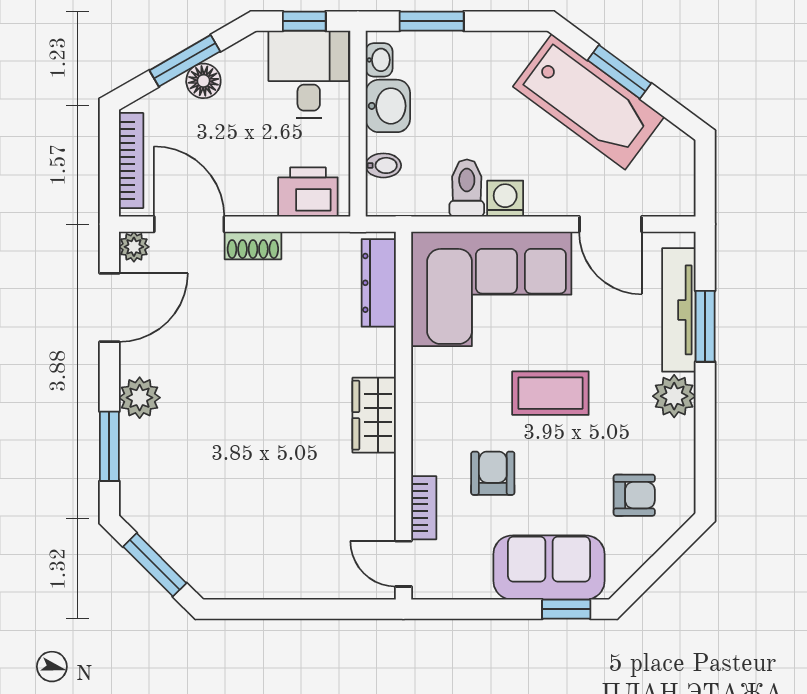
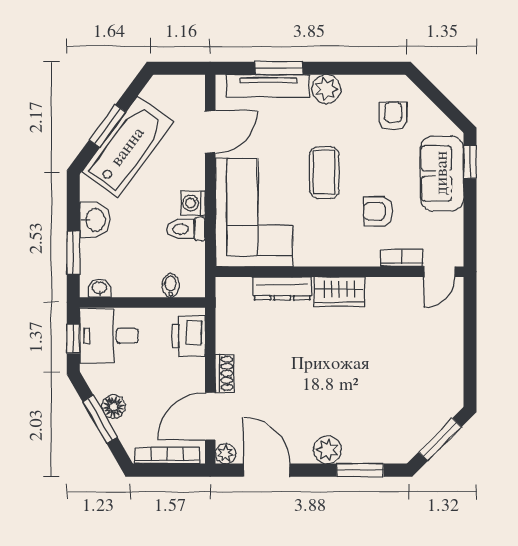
washbasin: (388, 106) -> (95, 220), moved, turned 90
dresser: (379, 283) -> (282, 288), moved

